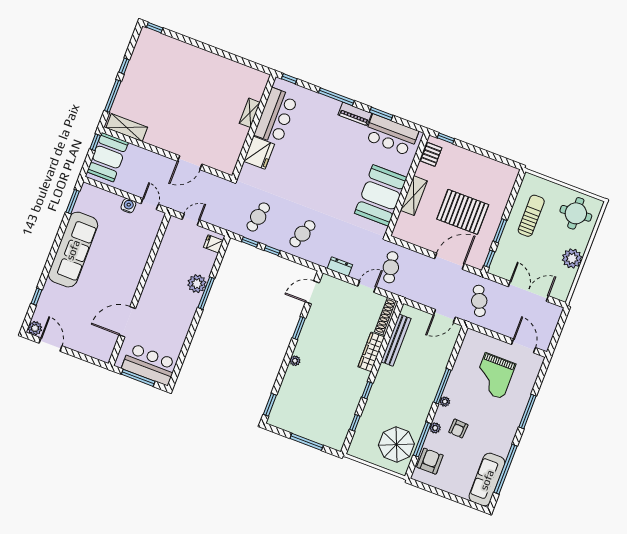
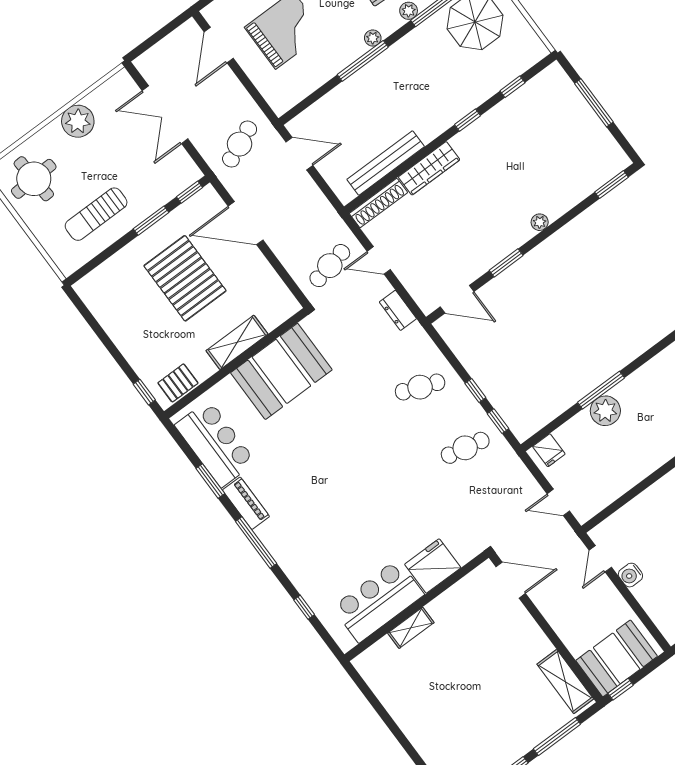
shelving: (250, 113) -> (411, 628), moved
bar counter: (276, 116) -> (378, 601), moved
wall: (254, 126) -> (417, 606), moved
fridge: (259, 153) -> (433, 566), moved

